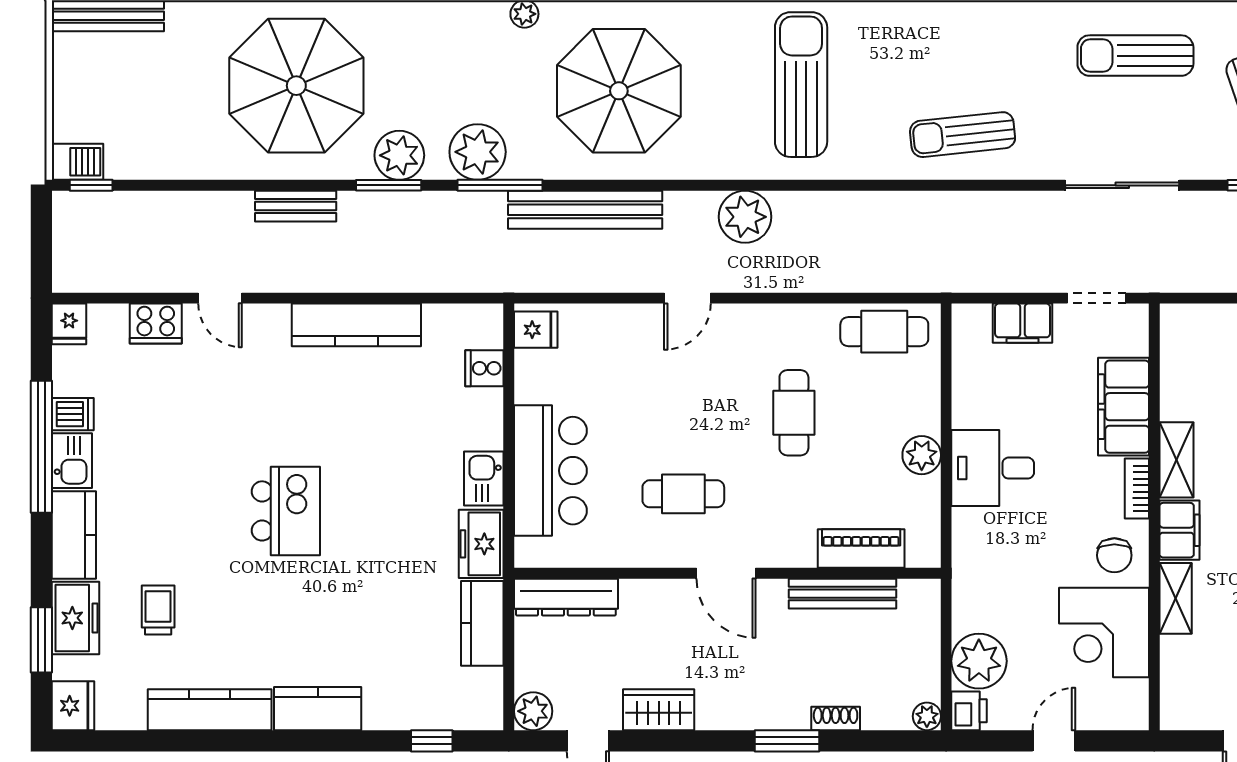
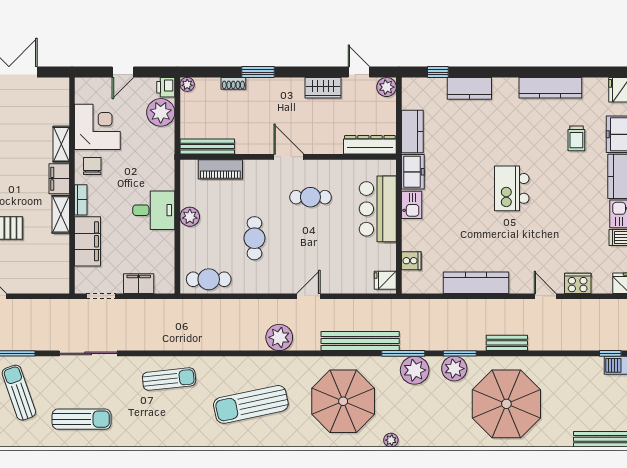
sun lounger: (801, 85) -> (251, 404), turned 78
bench: (842, 594) -> (207, 147), moved
kitchen counter: (318, 709) -> (469, 88), moved

